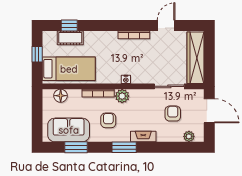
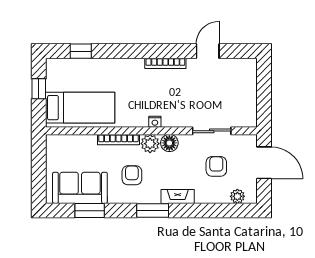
cot: (70, 38) -> (82, 67), removed
wardrobe: (196, 58) -> (246, 93), removed
floor lamp: (61, 96) -> (169, 143), moved

